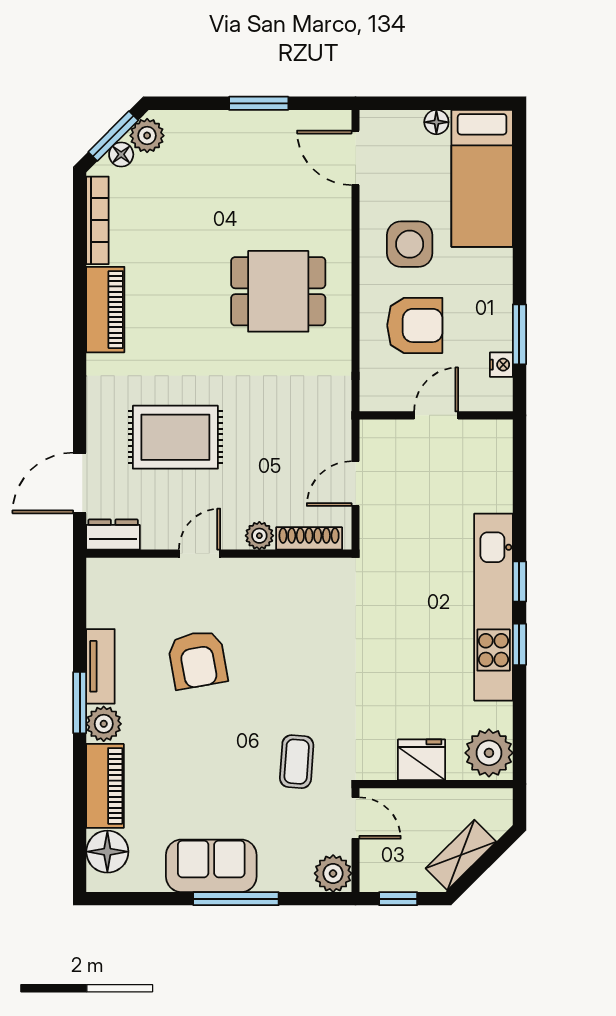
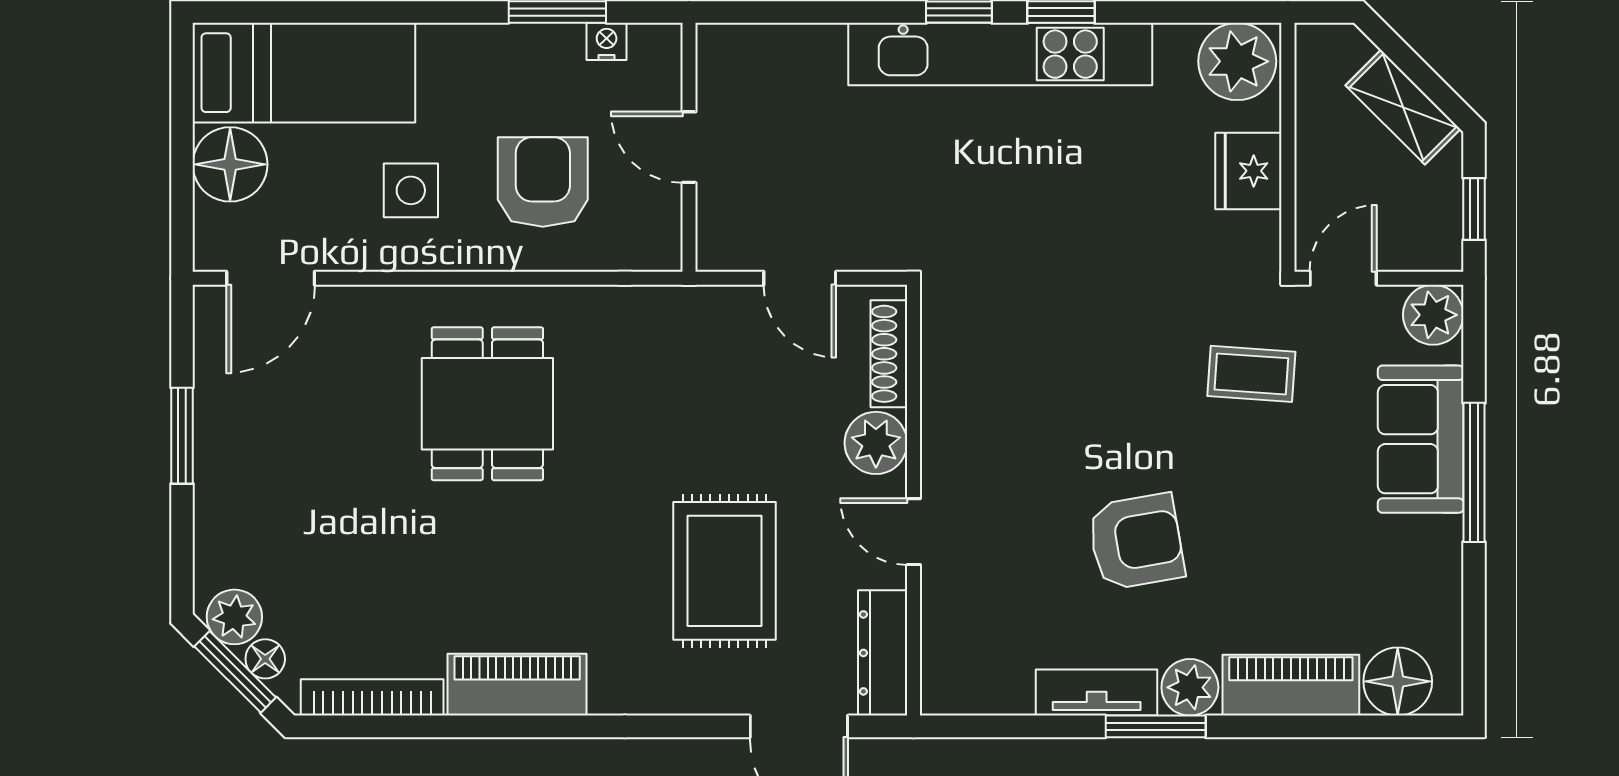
floor lamp: (436, 122) -> (230, 164), width x1.89, depth x1.89
side table: (410, 244) -> (411, 190), width x0.73, depth x0.73
dresser: (113, 535) -> (883, 653), width x1.44
plant: (259, 536) -> (876, 443), width x1.38, depth x1.38
armchair: (198, 660) -> (1136, 542), moved
sofa: (211, 866) -> (1421, 439), moved

